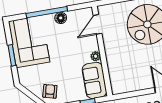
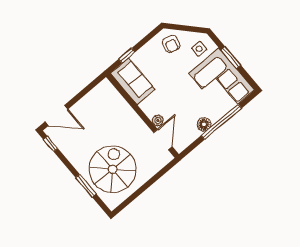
plant: (96, 56) -> (158, 121), moved
side table: (31, 76) -> (199, 49), added

